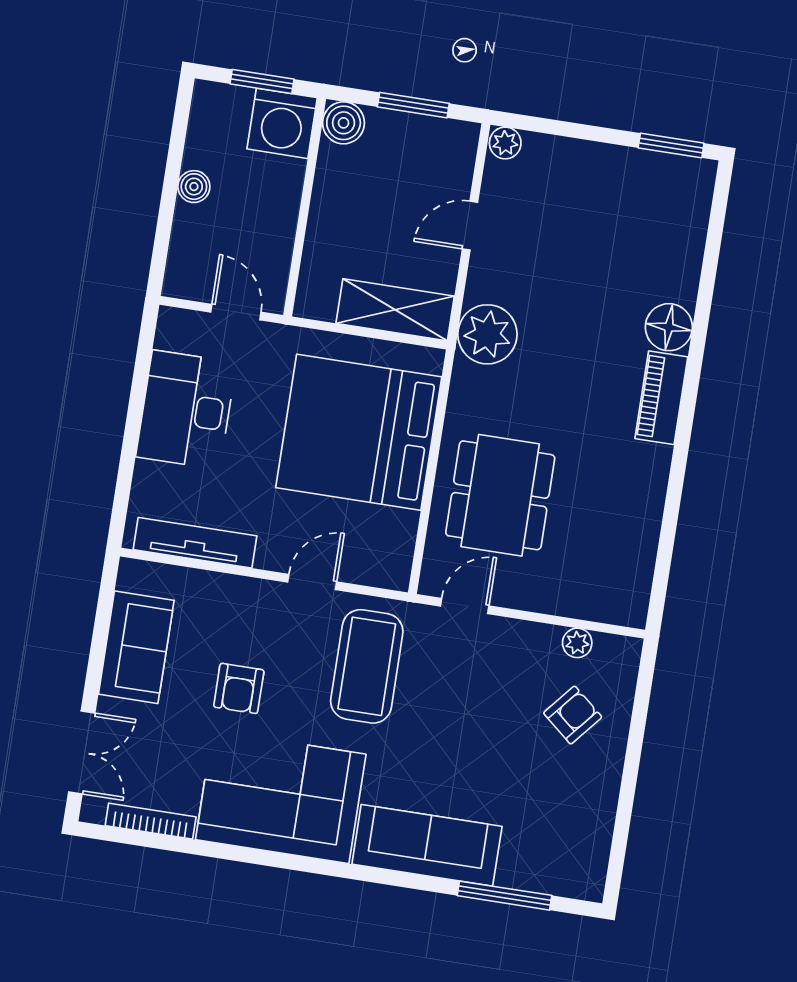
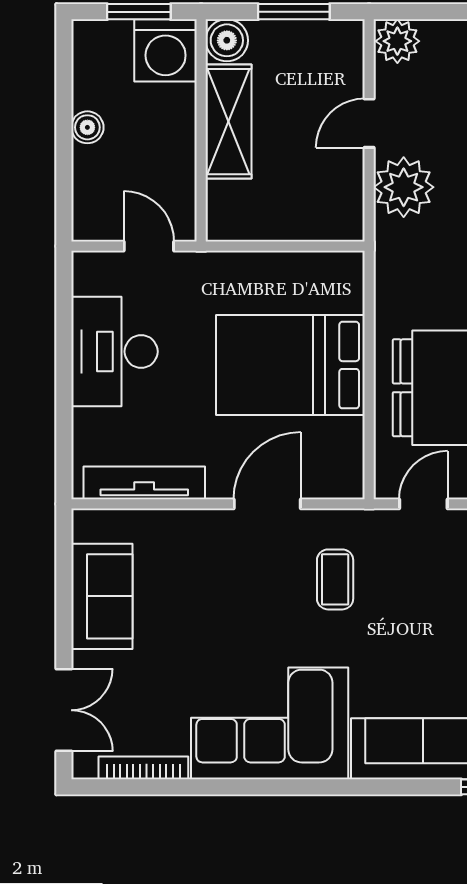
plant: (505, 143) -> (397, 41), width x1.38, depth x1.38
shelving: (395, 310) -> (229, 122), moved, turned 90
plant: (487, 334) -> (404, 187), moved
bed: (359, 432) -> (290, 365), width x0.73
door: (312, 582) -> (267, 504), width x1.38
coffee table: (367, 666) -> (335, 579), width x0.54, depth x0.58
armchair: (239, 688) -> (211, 622), removed

